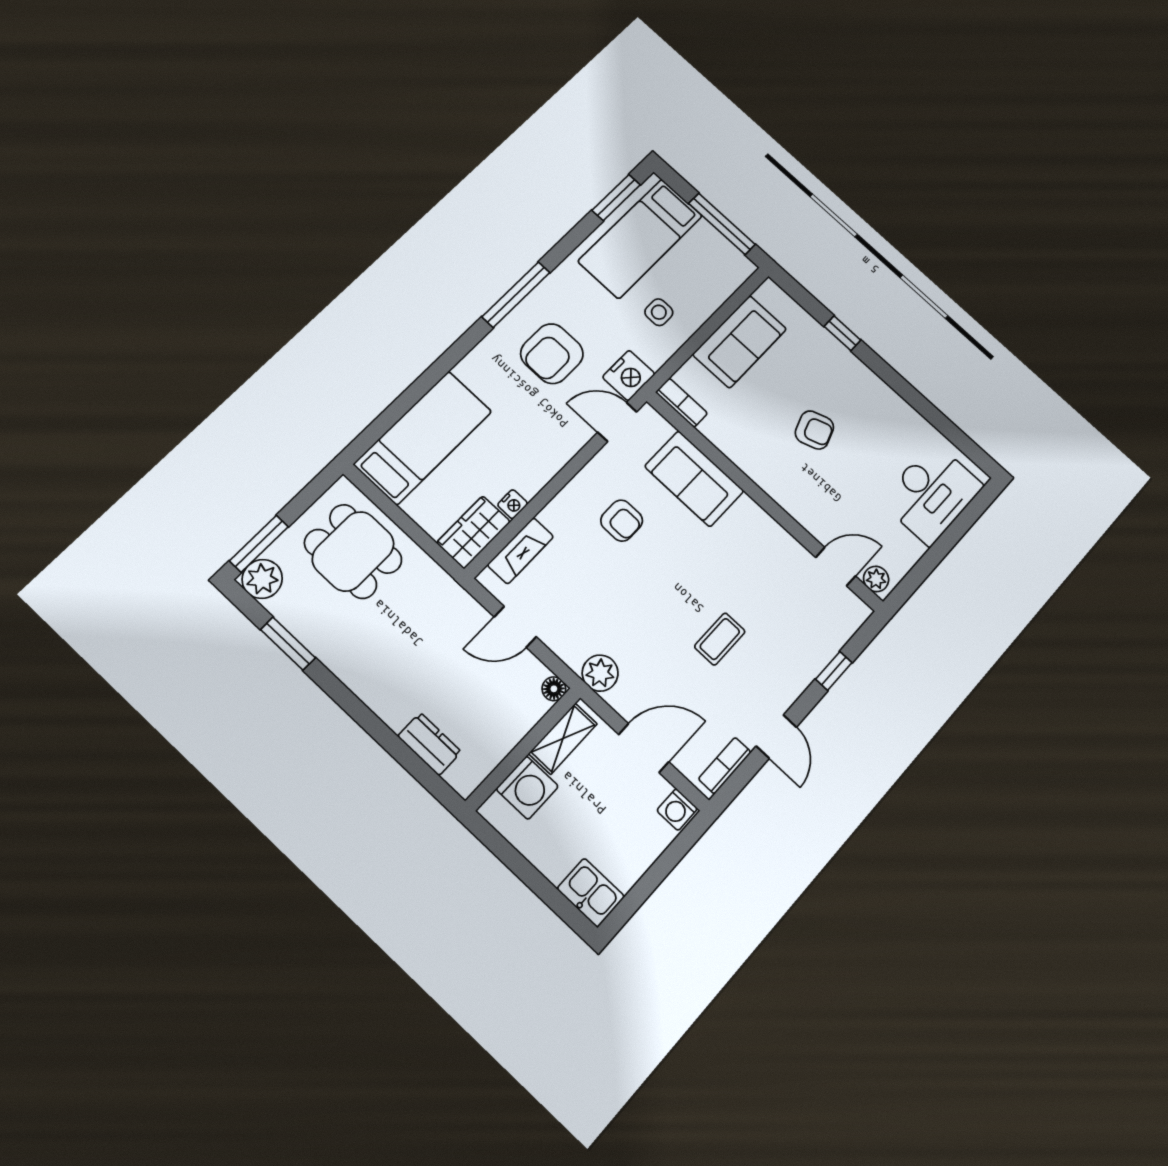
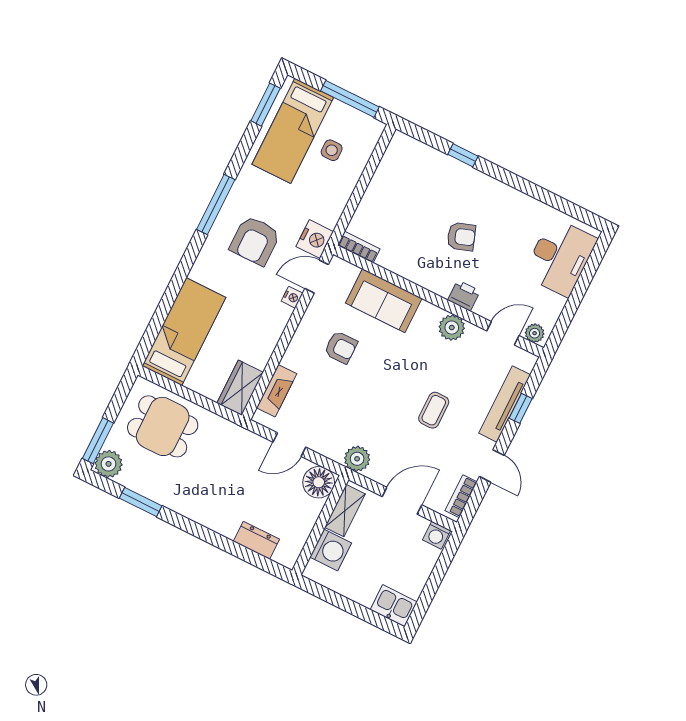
side table: (659, 312) -> (332, 150), moved
sofa: (740, 342) -> (388, 187), removed
nightstand: (513, 504) -> (292, 297), moved
printer: (798, 504) -> (464, 296), added
plant: (772, 539) -> (452, 328), added
tv unit: (814, 659) -> (505, 404), added
floor lamp: (554, 689) -> (319, 482), width x1.89, depth x1.89

